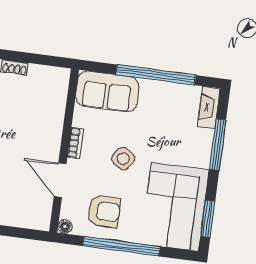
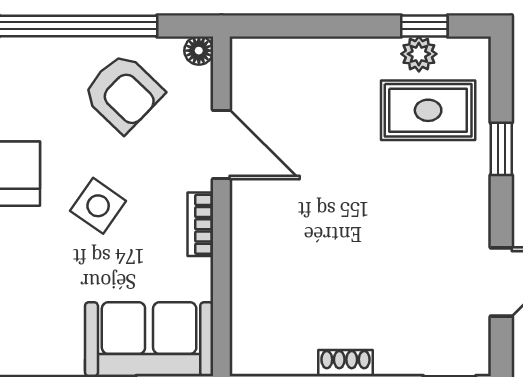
armchair: (104, 211) -> (123, 93), turned -136

